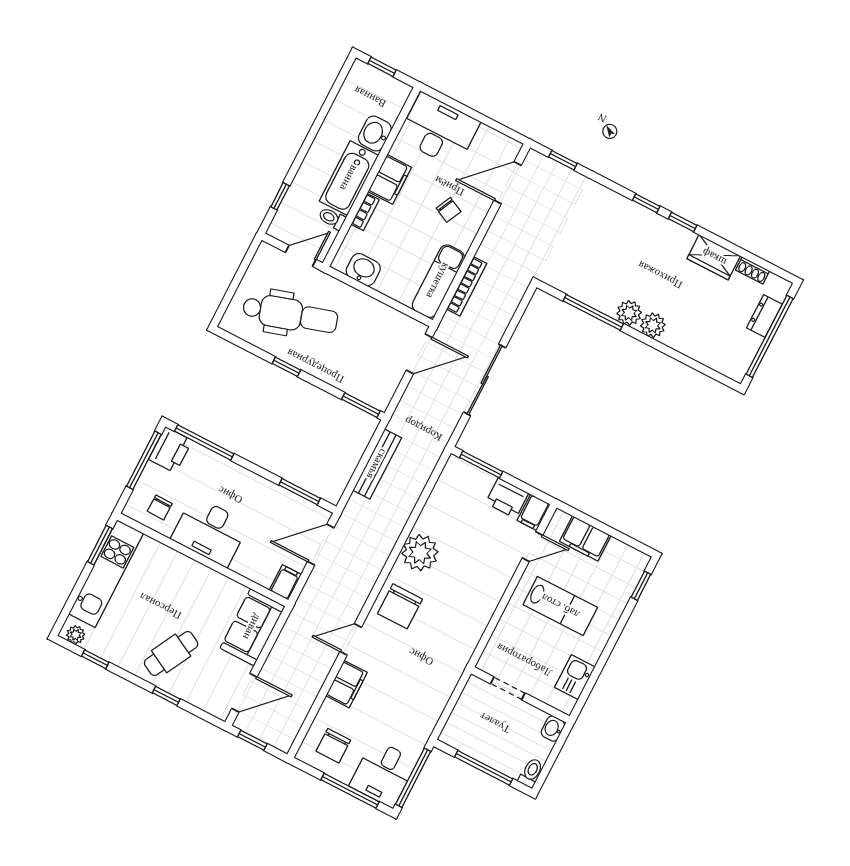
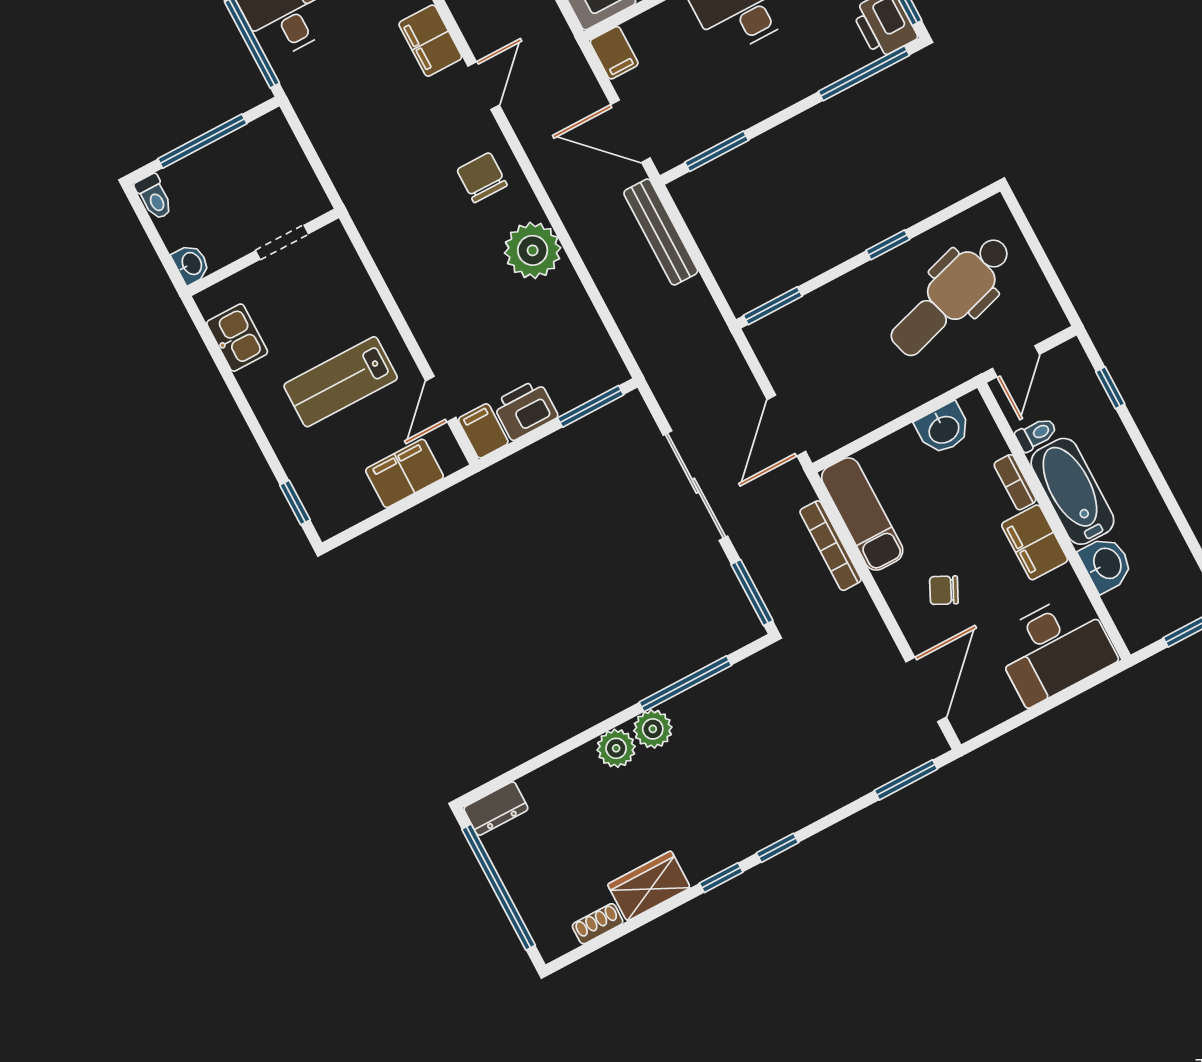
window: (563, 160) -> (906, 780), width x1.50
window: (520, 311) -> (752, 592), added
dresser: (764, 316) -> (496, 809), moved, turned 90
bench: (377, 464) -> (661, 232), moved
door: (321, 545) -> (631, 131), swing flipped
chair: (400, 606) -> (482, 177), width x0.73, depth x0.73

